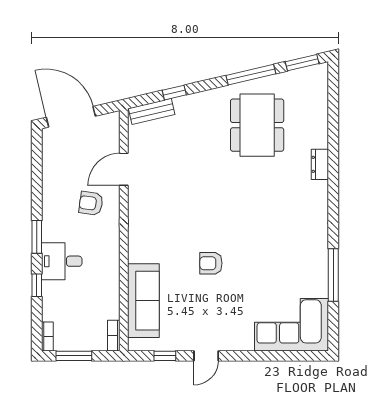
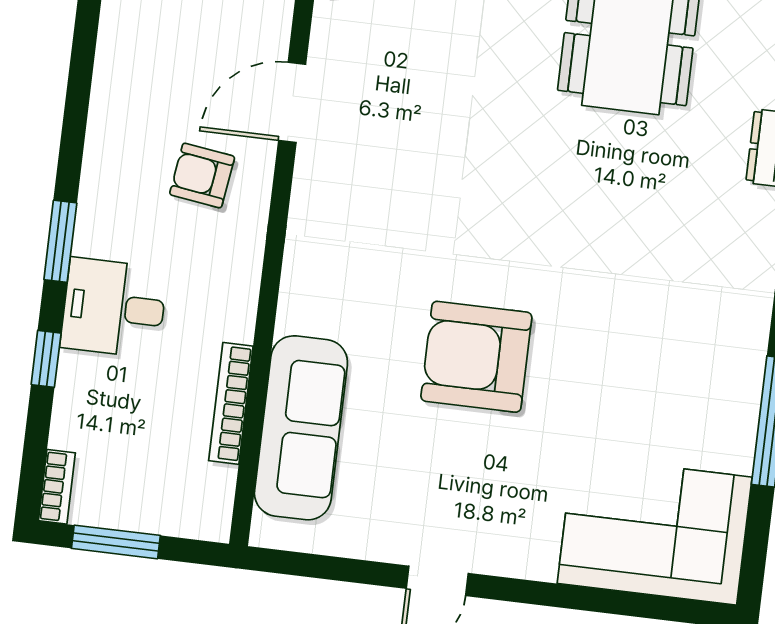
armchair: (211, 263) -> (476, 357), width x1.88, depth x1.88
bookcase: (114, 336) -> (231, 403), moved, width x1.56
window: (165, 356) -> (337, 569), removed

